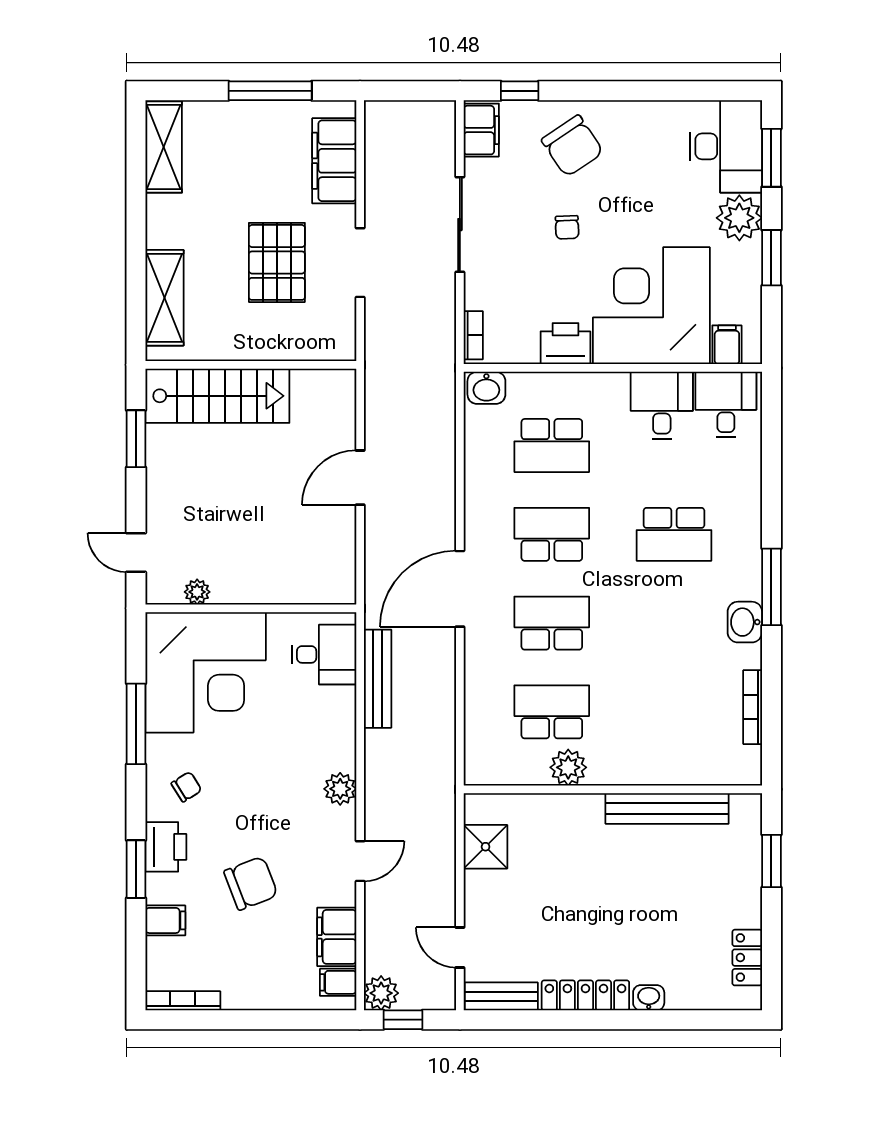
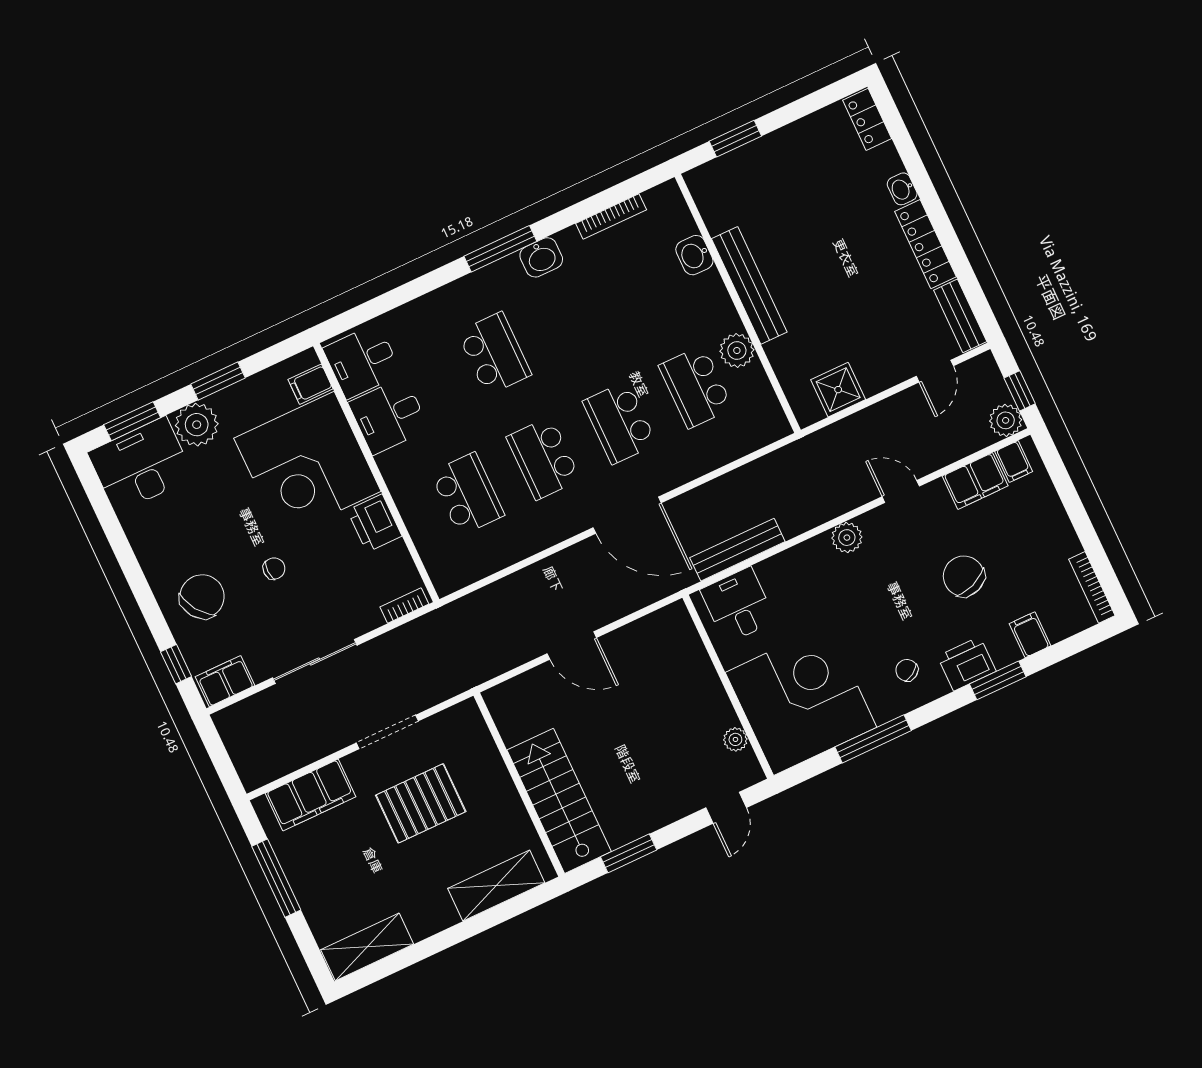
washbasin: (486, 388) -> (694, 255), moved, turned 180
bench: (667, 808) -> (749, 285), moved
locker: (747, 958) -> (867, 119), moved, turned 90

